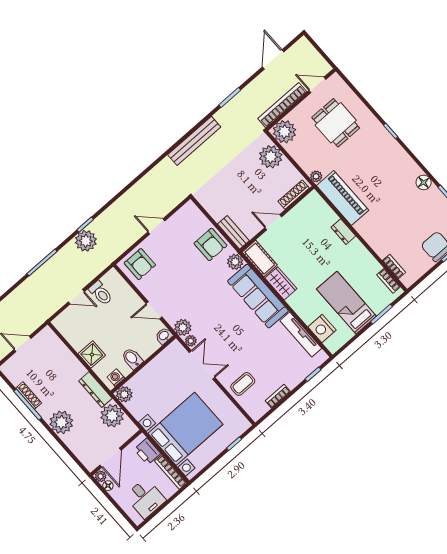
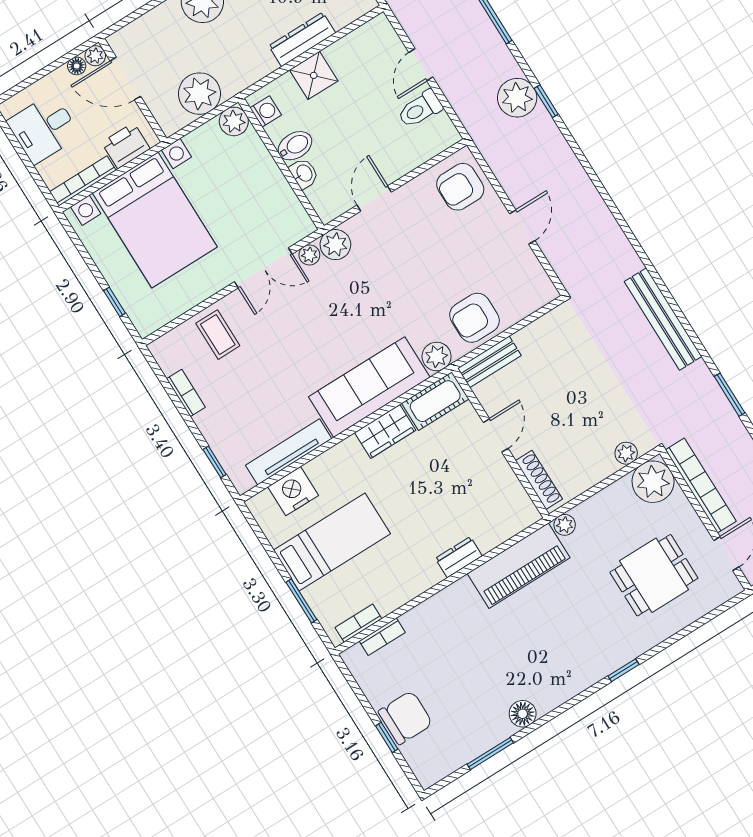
plant: (271, 157) -> (626, 453), width x0.53, depth x0.53
washbasin: (164, 336) -> (304, 173), moved
dresser: (95, 390) -> (302, 39), moved

